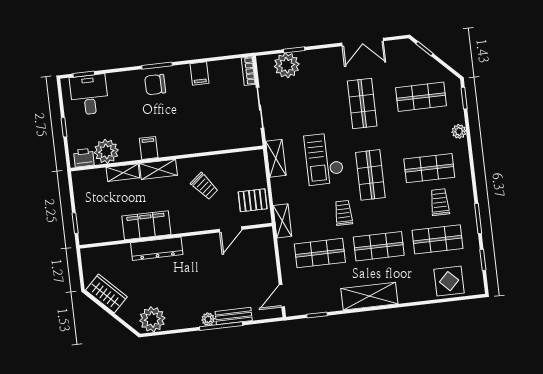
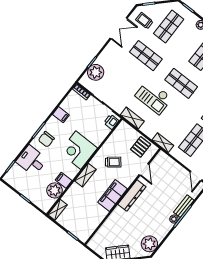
desk: (89, 95) -> (32, 160), moved
corner desk: (179, 133) -> (78, 150), added
filing cabinet: (149, 148) -> (64, 180), moved
printer: (84, 158) -> (111, 122), moved
shelving: (123, 173) -> (58, 210), moved
trolley: (343, 213) -> (144, 21), moved
filing cabinet: (146, 225) -> (112, 196), moved
dresser: (157, 249) -> (132, 196), moved

